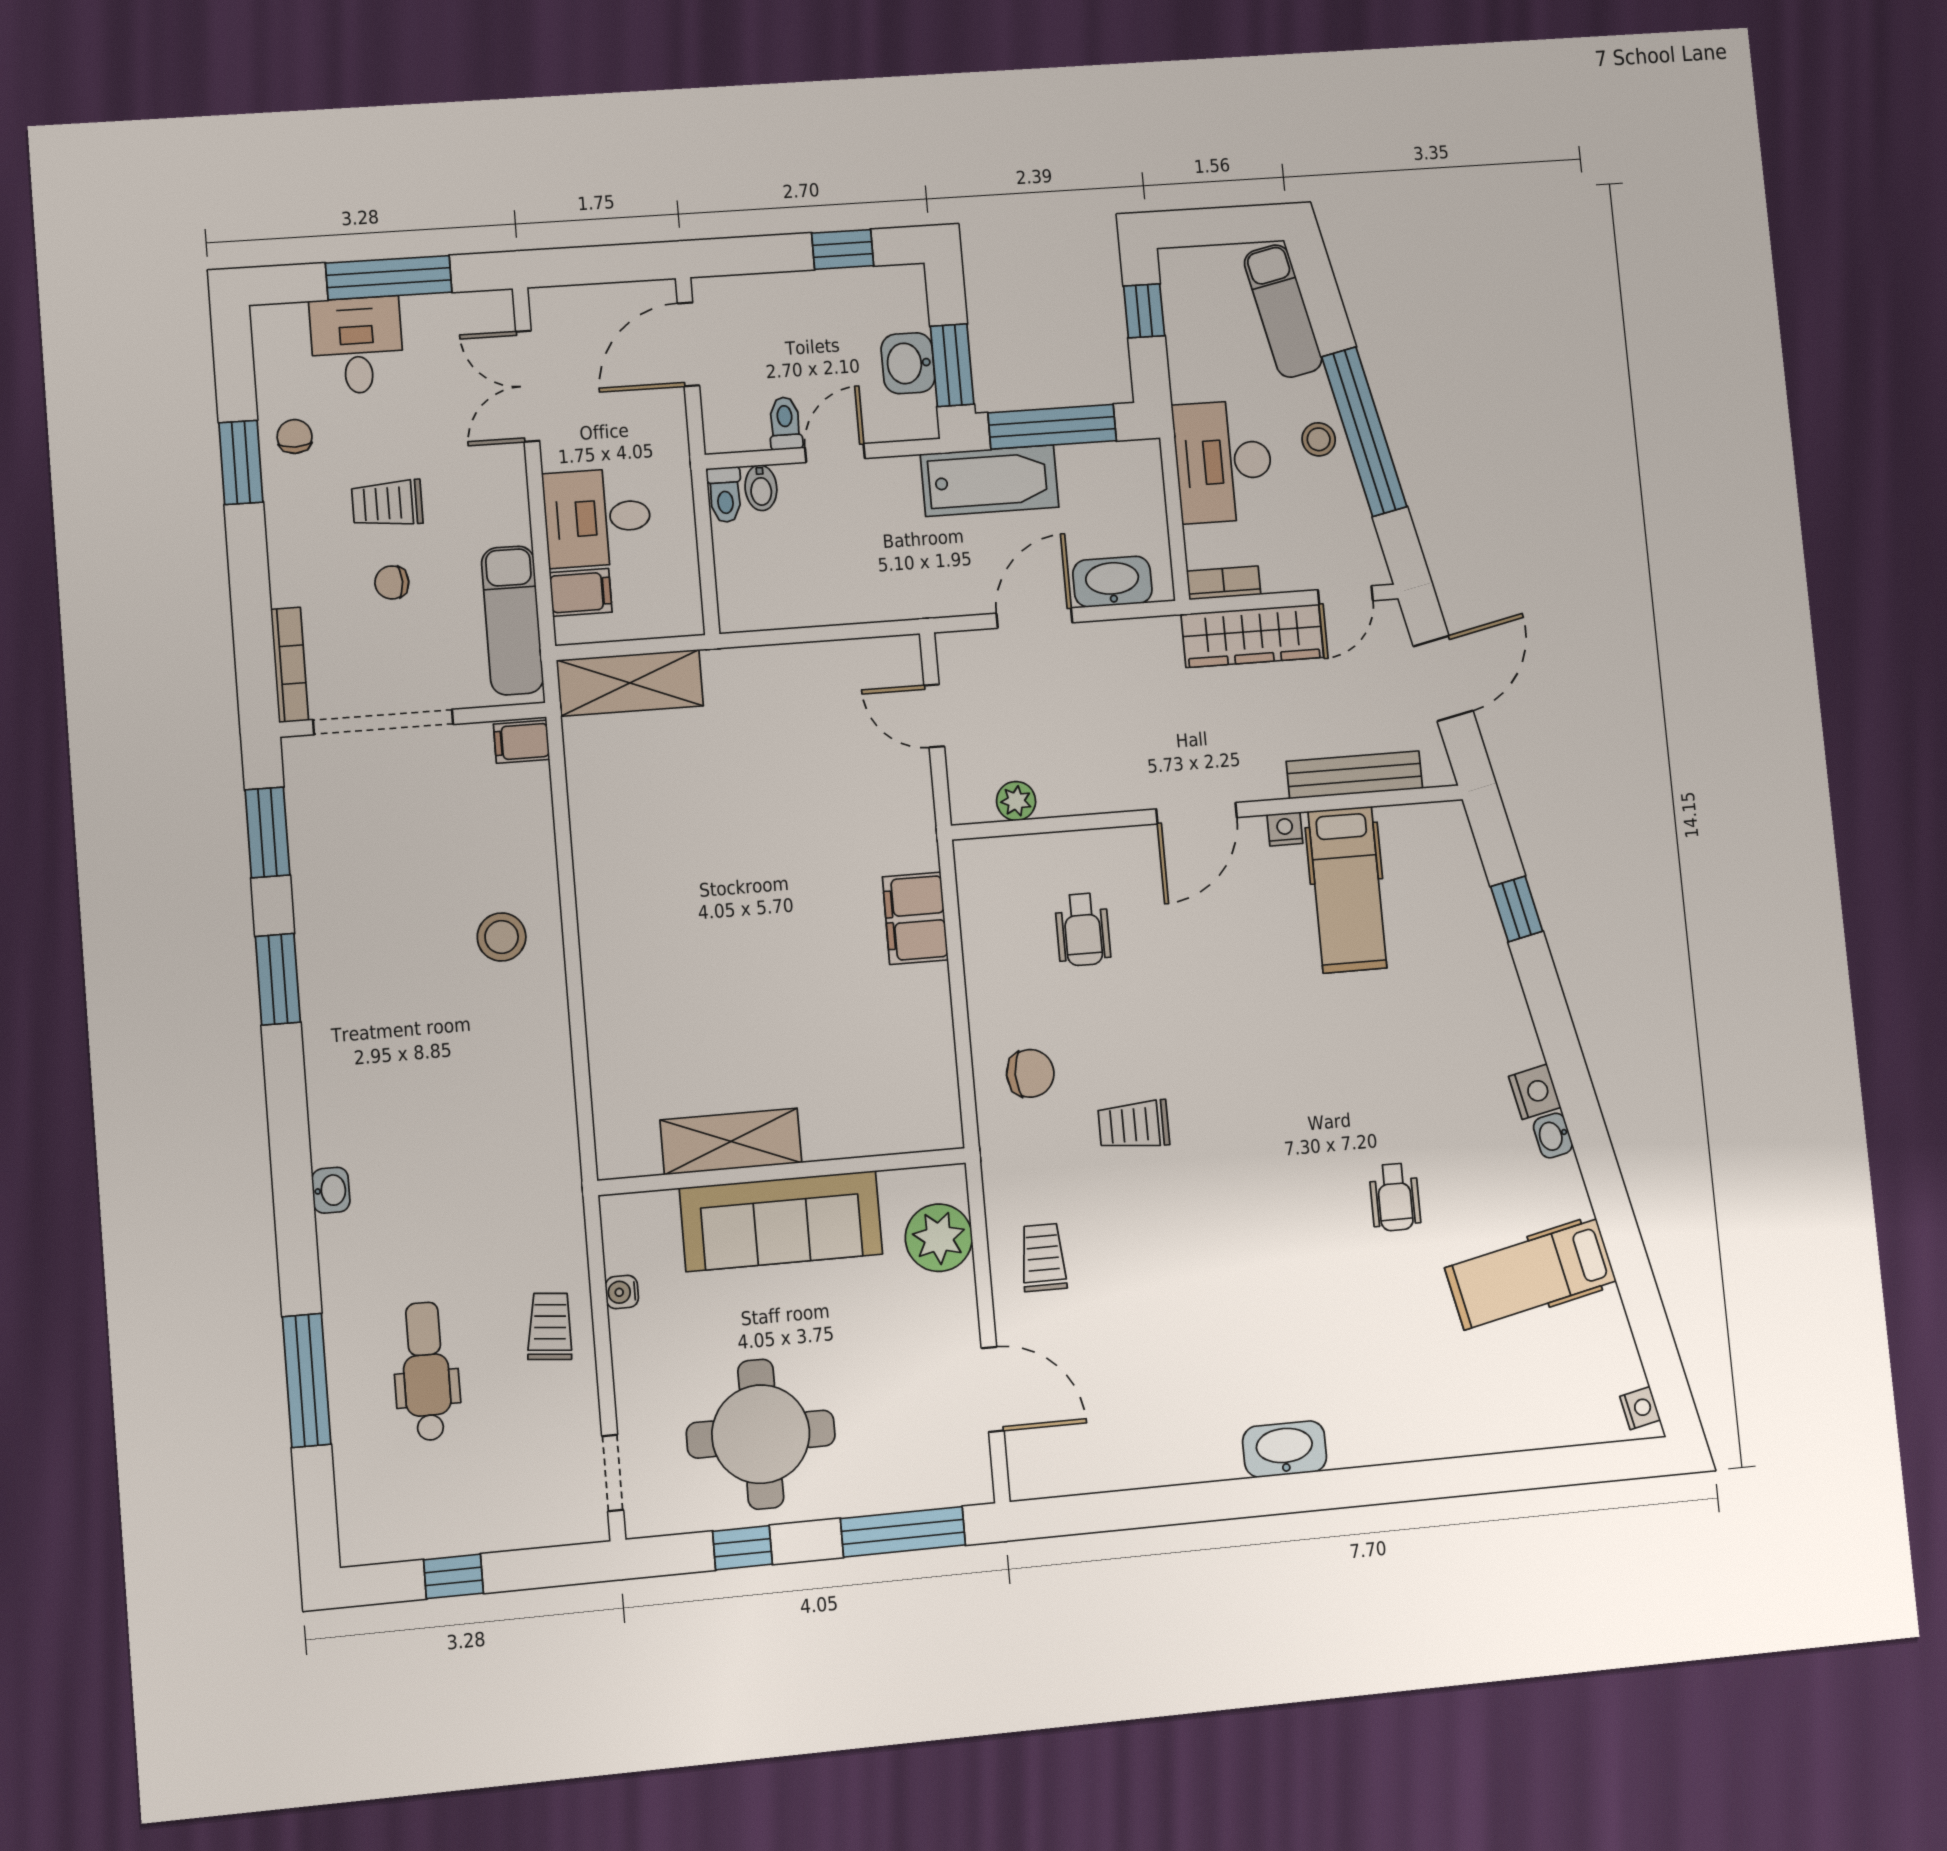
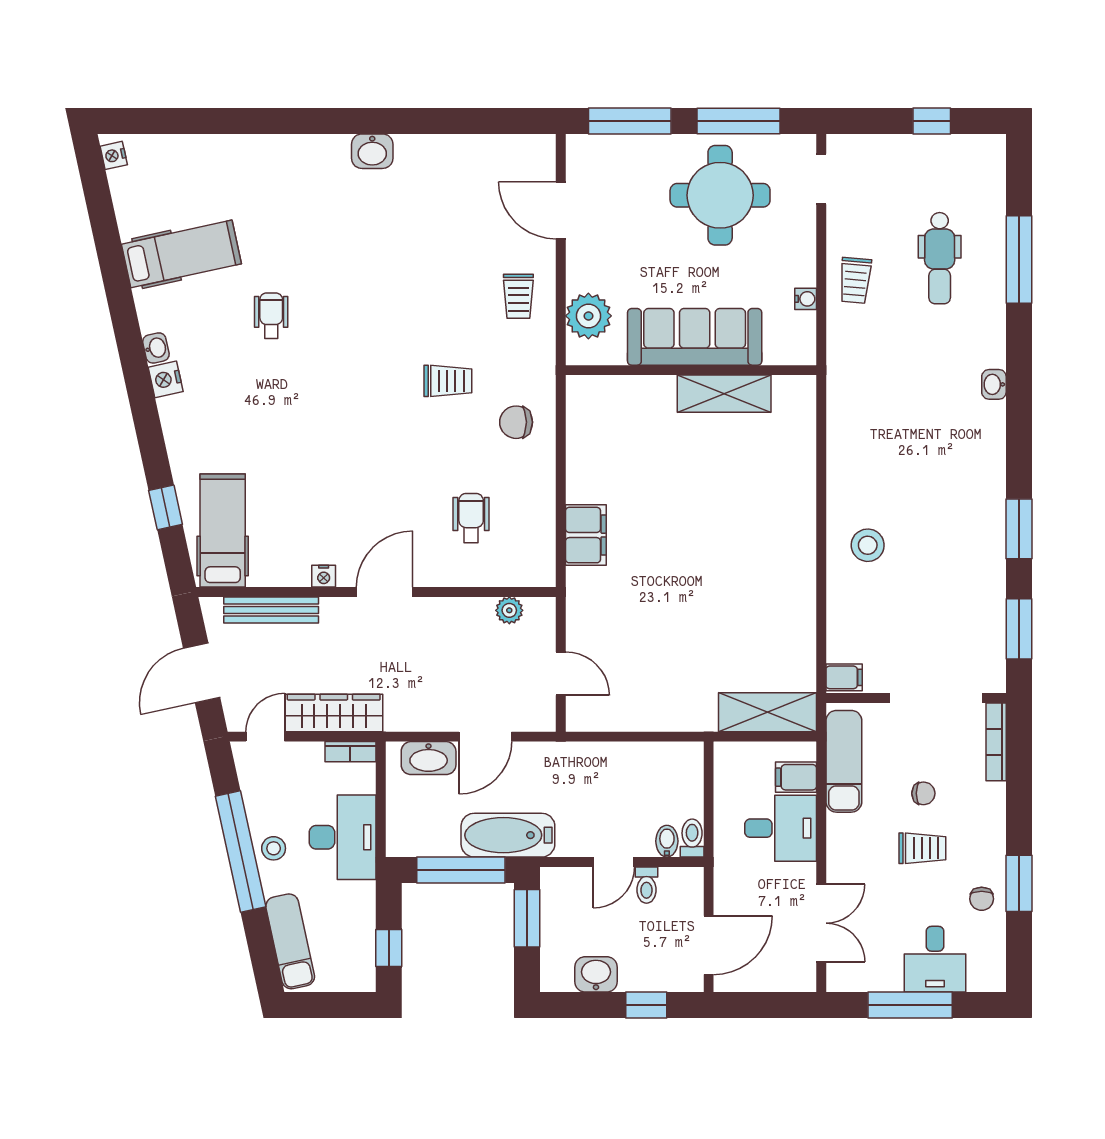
window: (843, 249) -> (646, 1005), moved
washbasin: (908, 363) -> (596, 974), moved, turned -90
hospital bed: (1347, 890) -> (223, 530), moved
washbasin: (1285, 1449) -> (372, 151), width x0.72
window: (742, 1548) -> (739, 121), width x2.17

